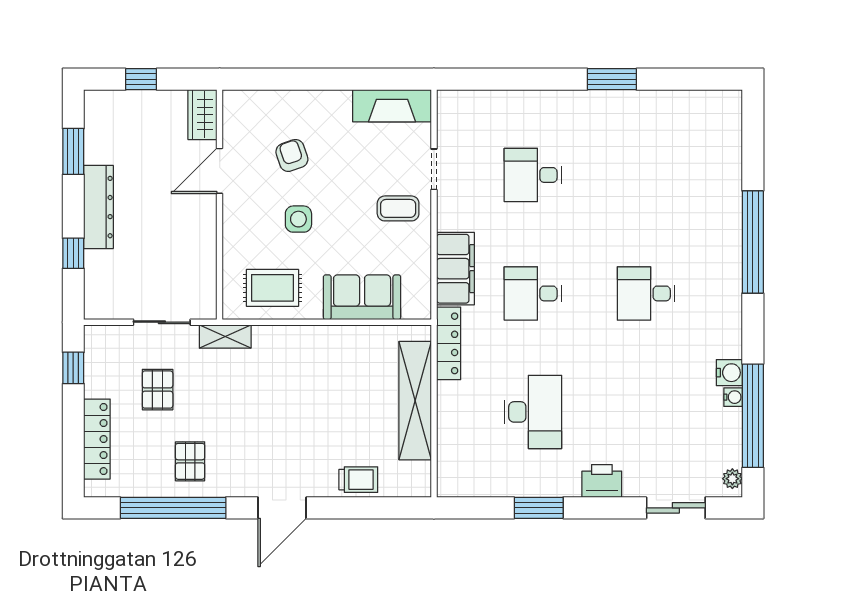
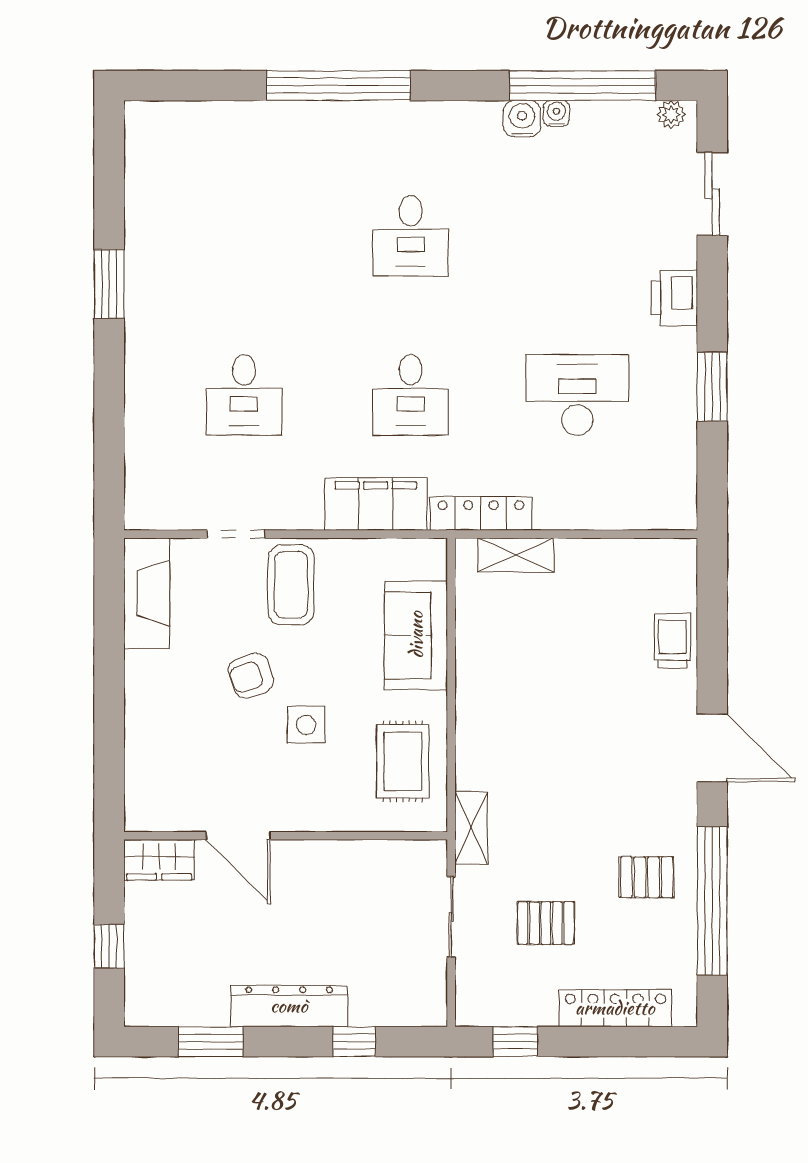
armchair: (292, 155) -> (251, 676), moved
coffee table: (398, 208) -> (291, 585), width x1.36, depth x1.30
shelving: (415, 401) -> (516, 555), width x0.45, depth x0.75

